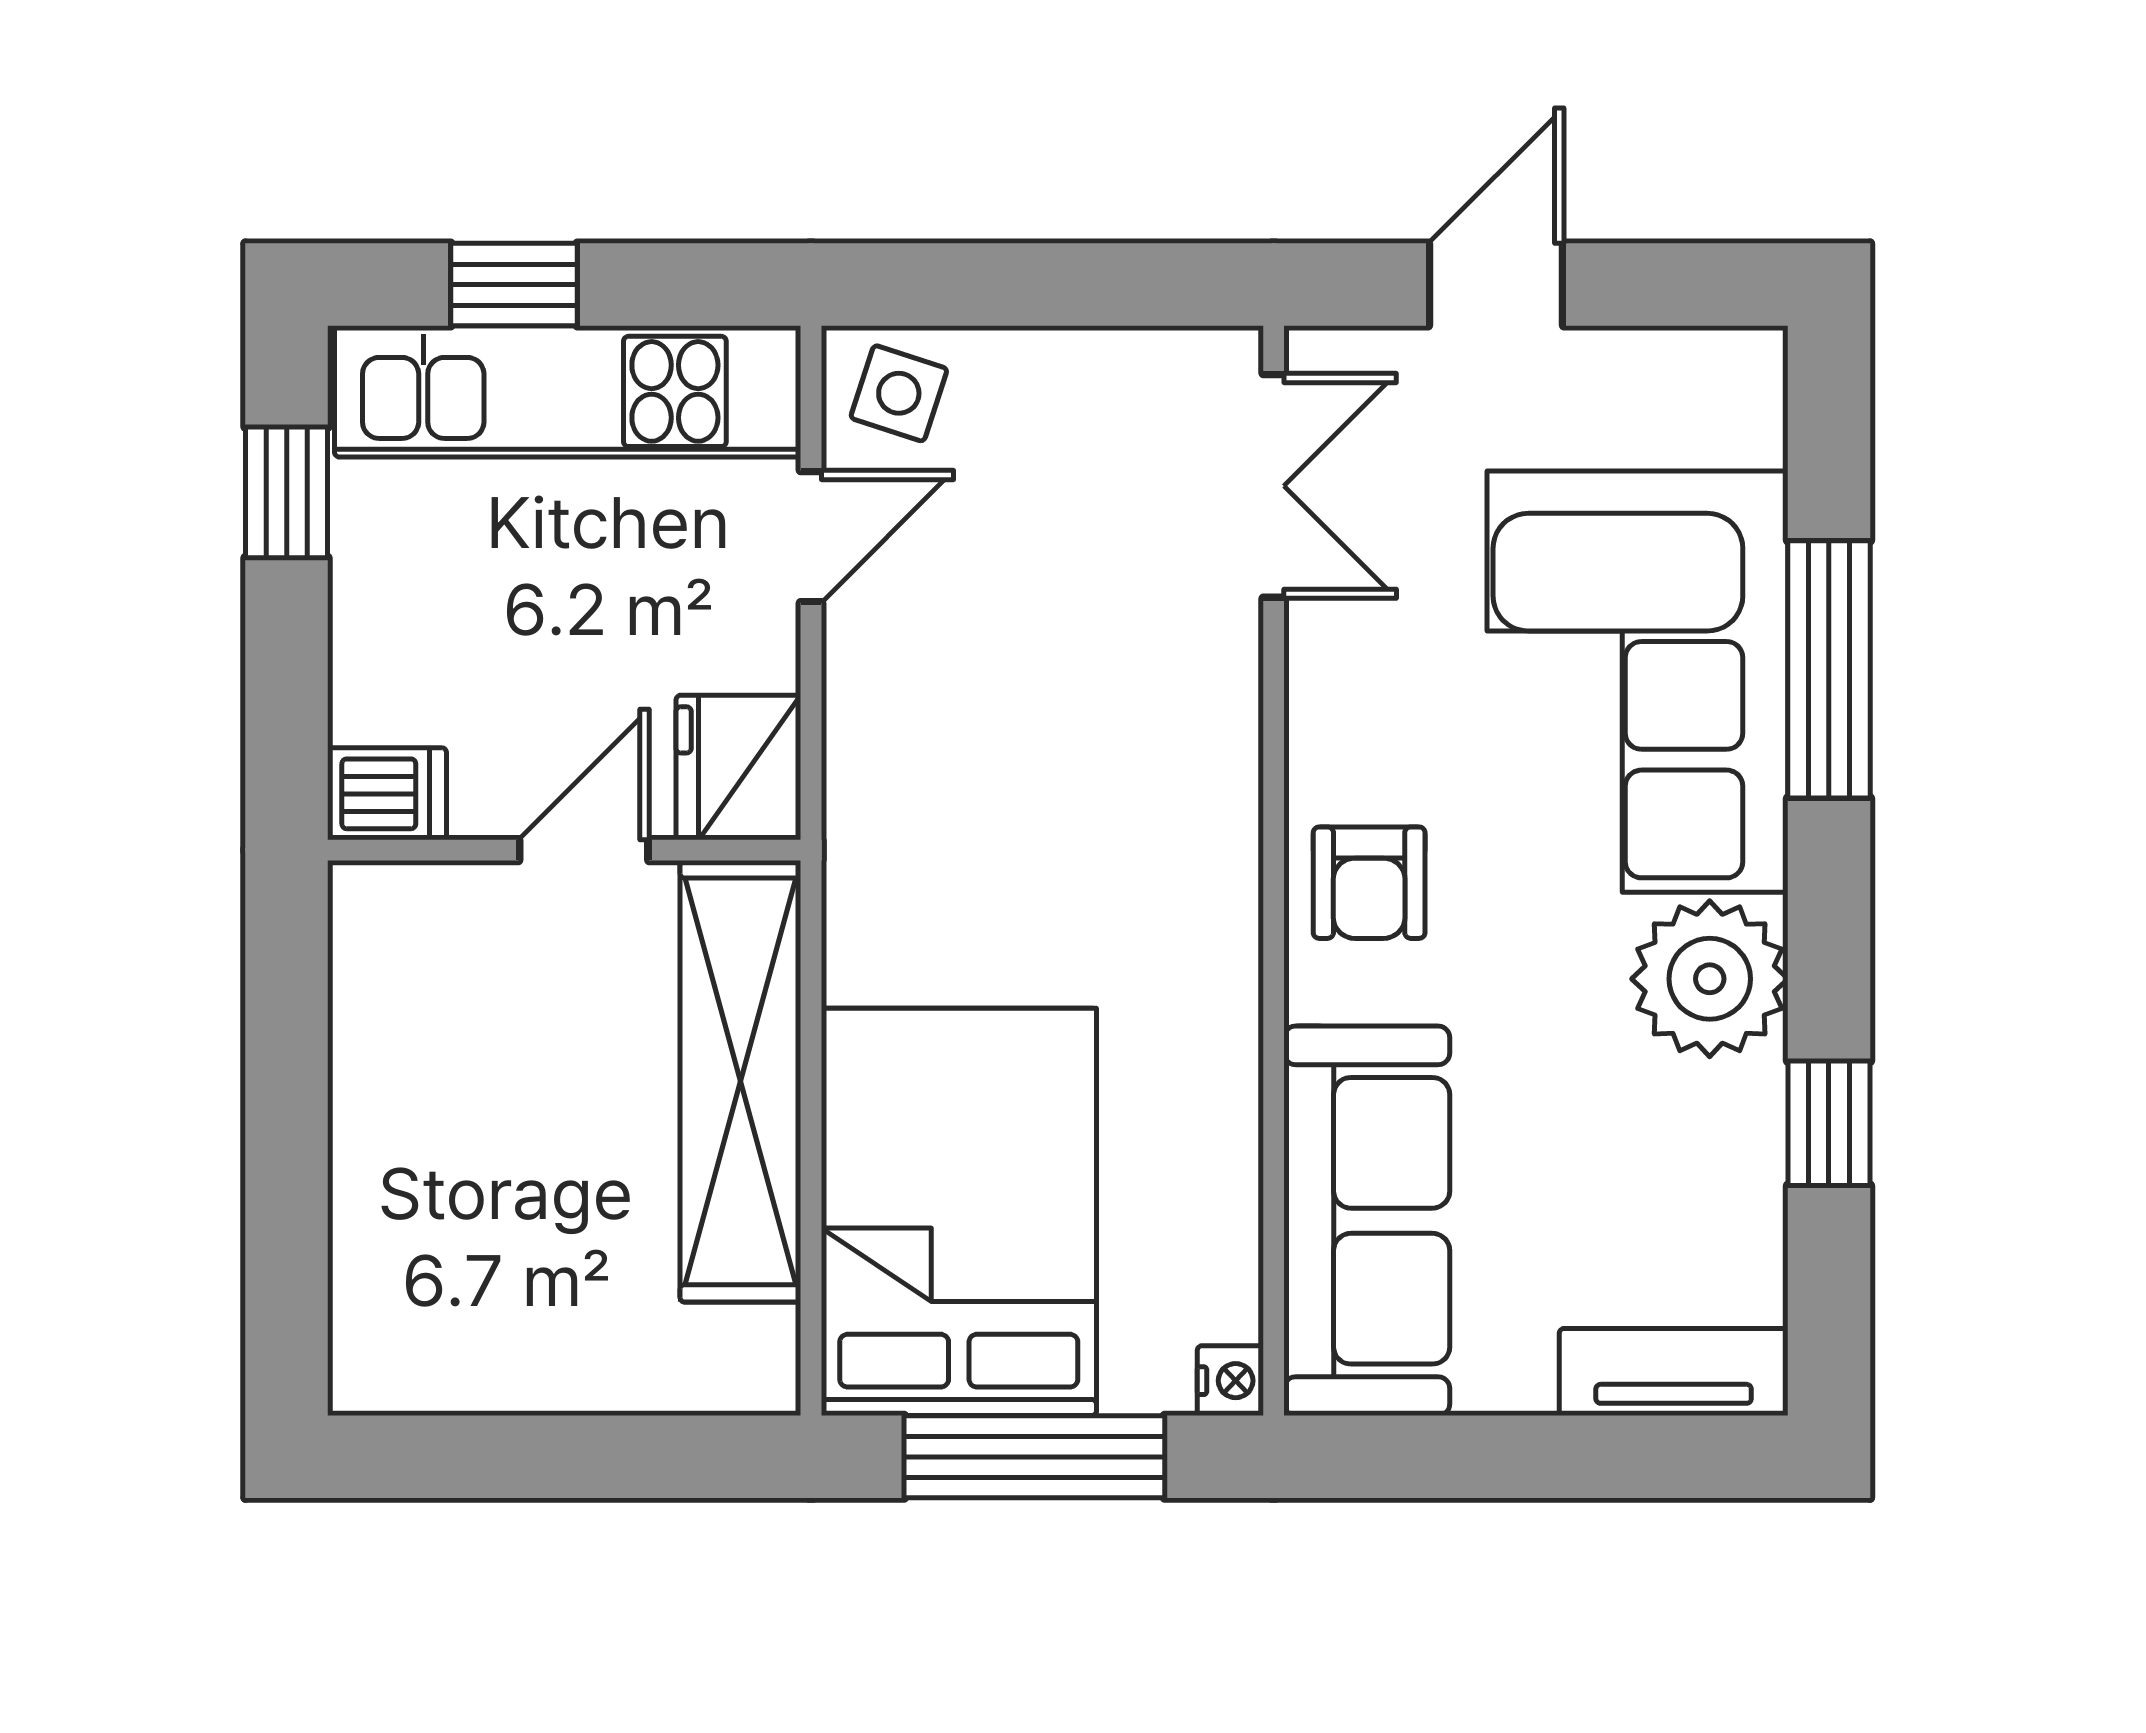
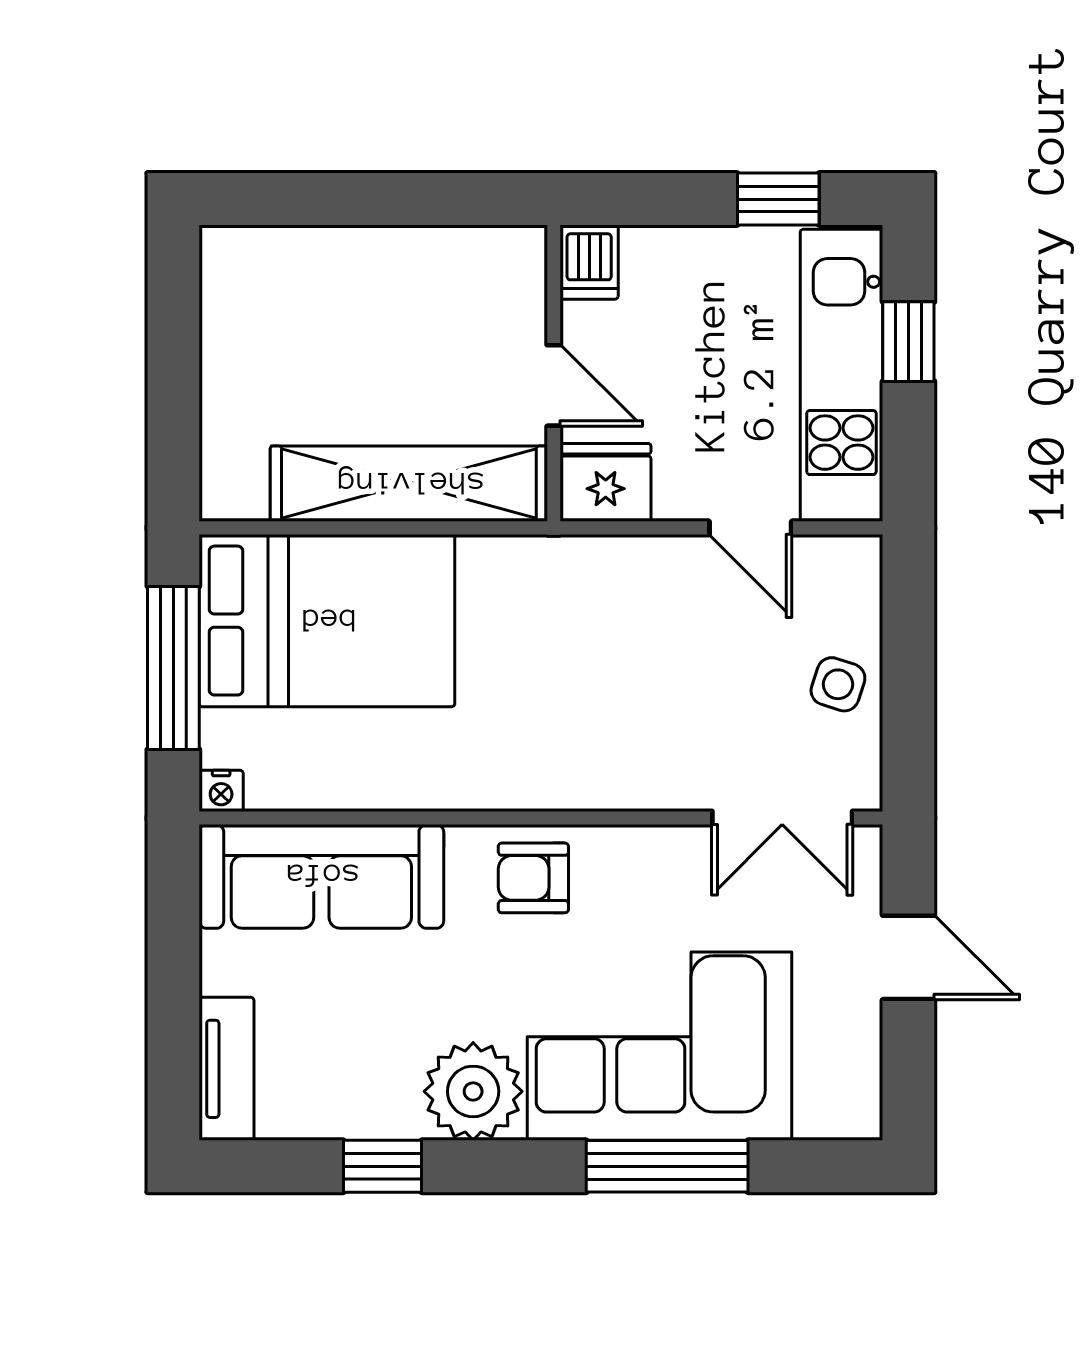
side table: (899, 393) -> (838, 684), moved

